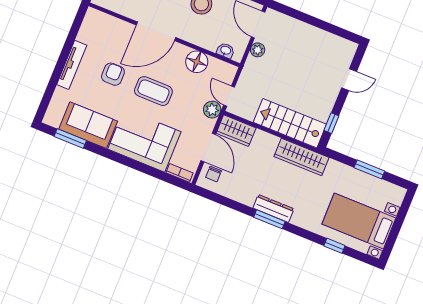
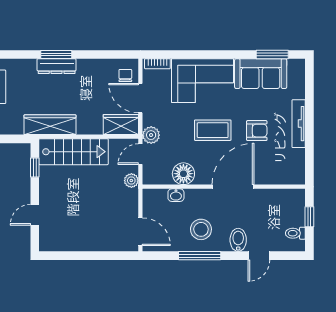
plant: (258, 50) -> (131, 181), moved
washbasin: (226, 51) -> (176, 195), moved
armchair: (113, 74) -> (257, 131), turned -90
door: (229, 96) -> (140, 154), swing flipped

